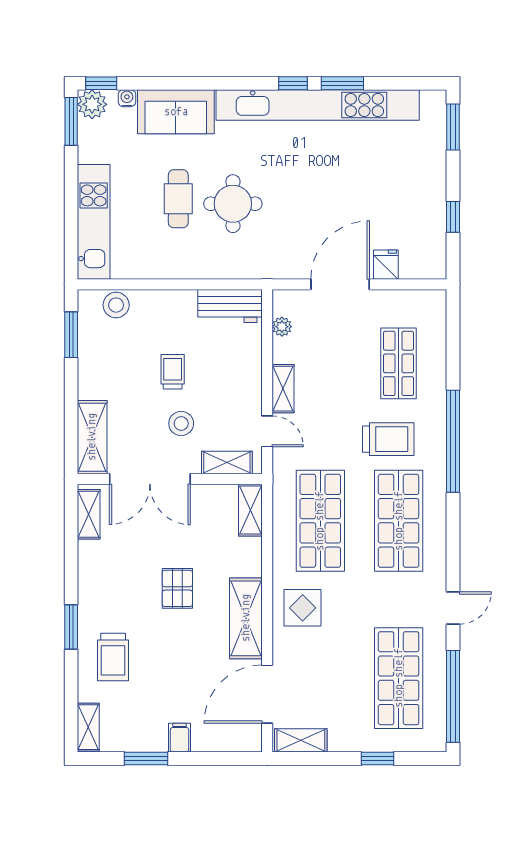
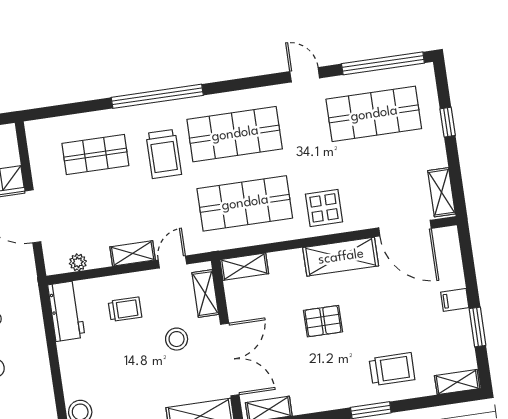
trolley: (173, 372) -> (125, 309), moved, turned 180
trolley: (388, 439) -> (164, 154), turned 180

